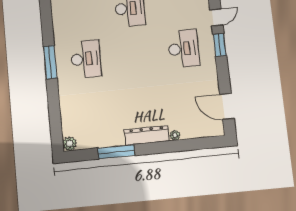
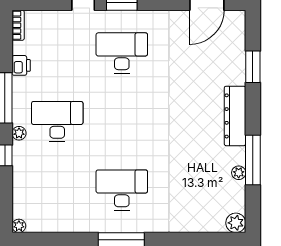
plant: (175, 135) -> (239, 173), moved
window: (184, 145) -> (253, 67), added

